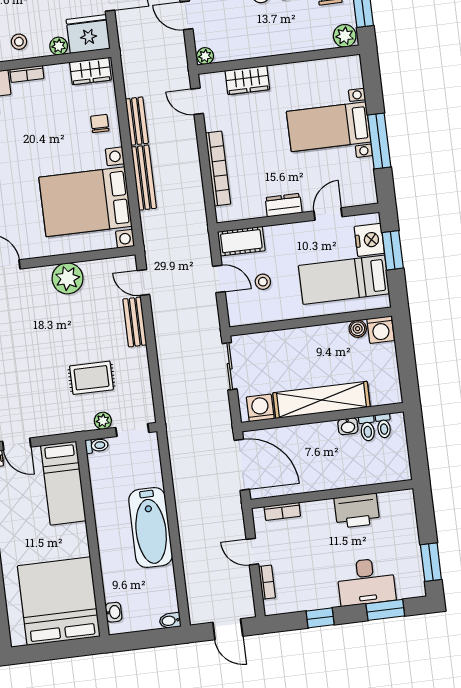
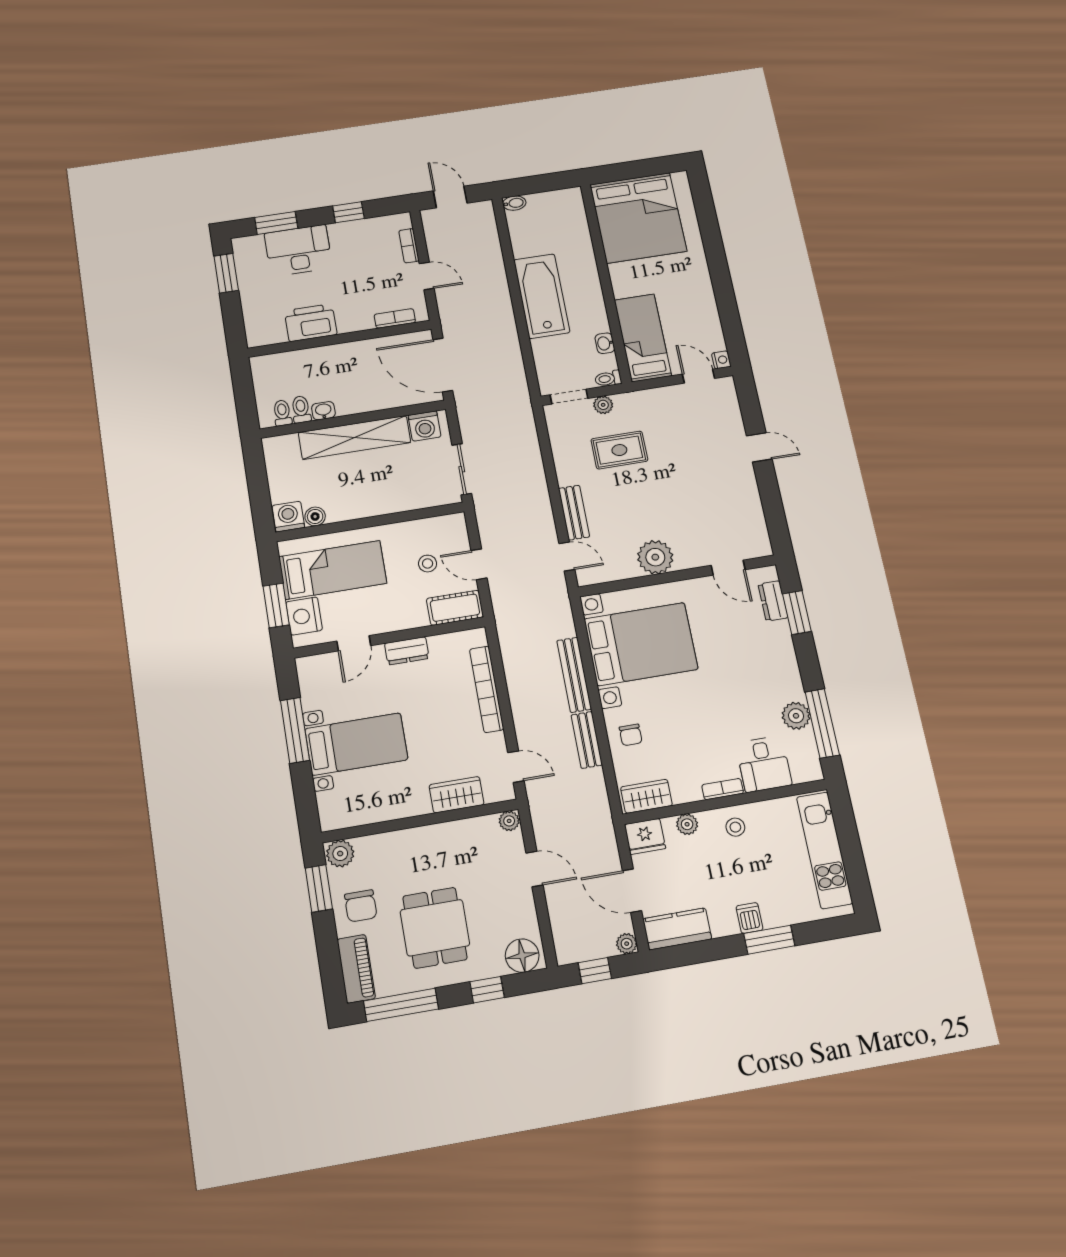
fridge: (88, 34) -> (645, 836), width x0.73, depth x0.75
washbasin: (114, 612) -> (605, 343), moved

